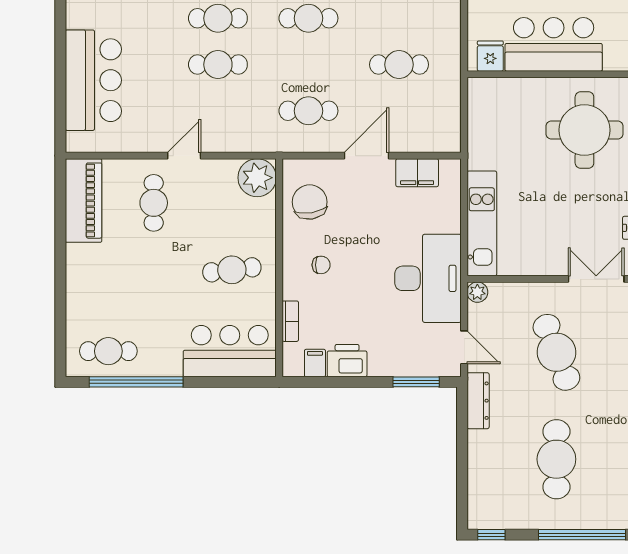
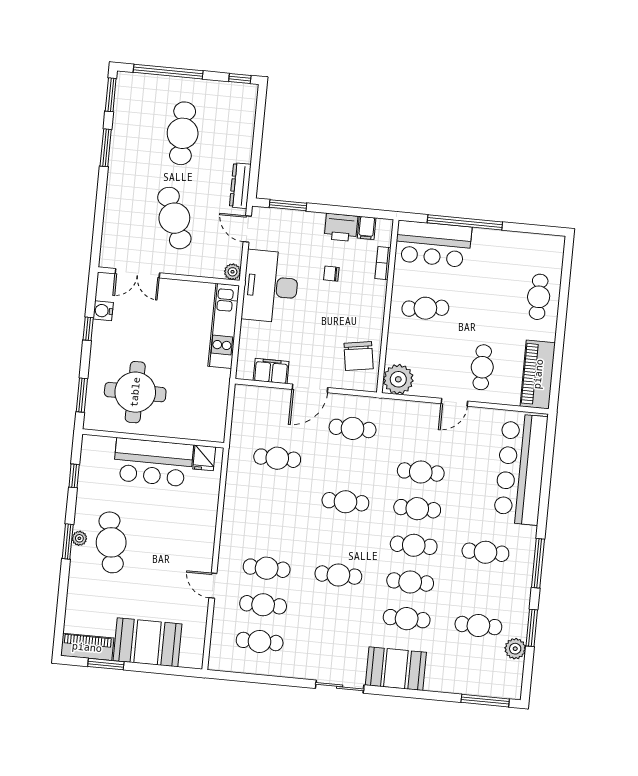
bar counter: (93, 80) -> (521, 469), width x1.36
chair: (321, 265) -> (331, 274), moved
cafe table: (108, 351) -> (539, 297), moved, turned 90
window: (136, 382) -> (465, 222), moved

